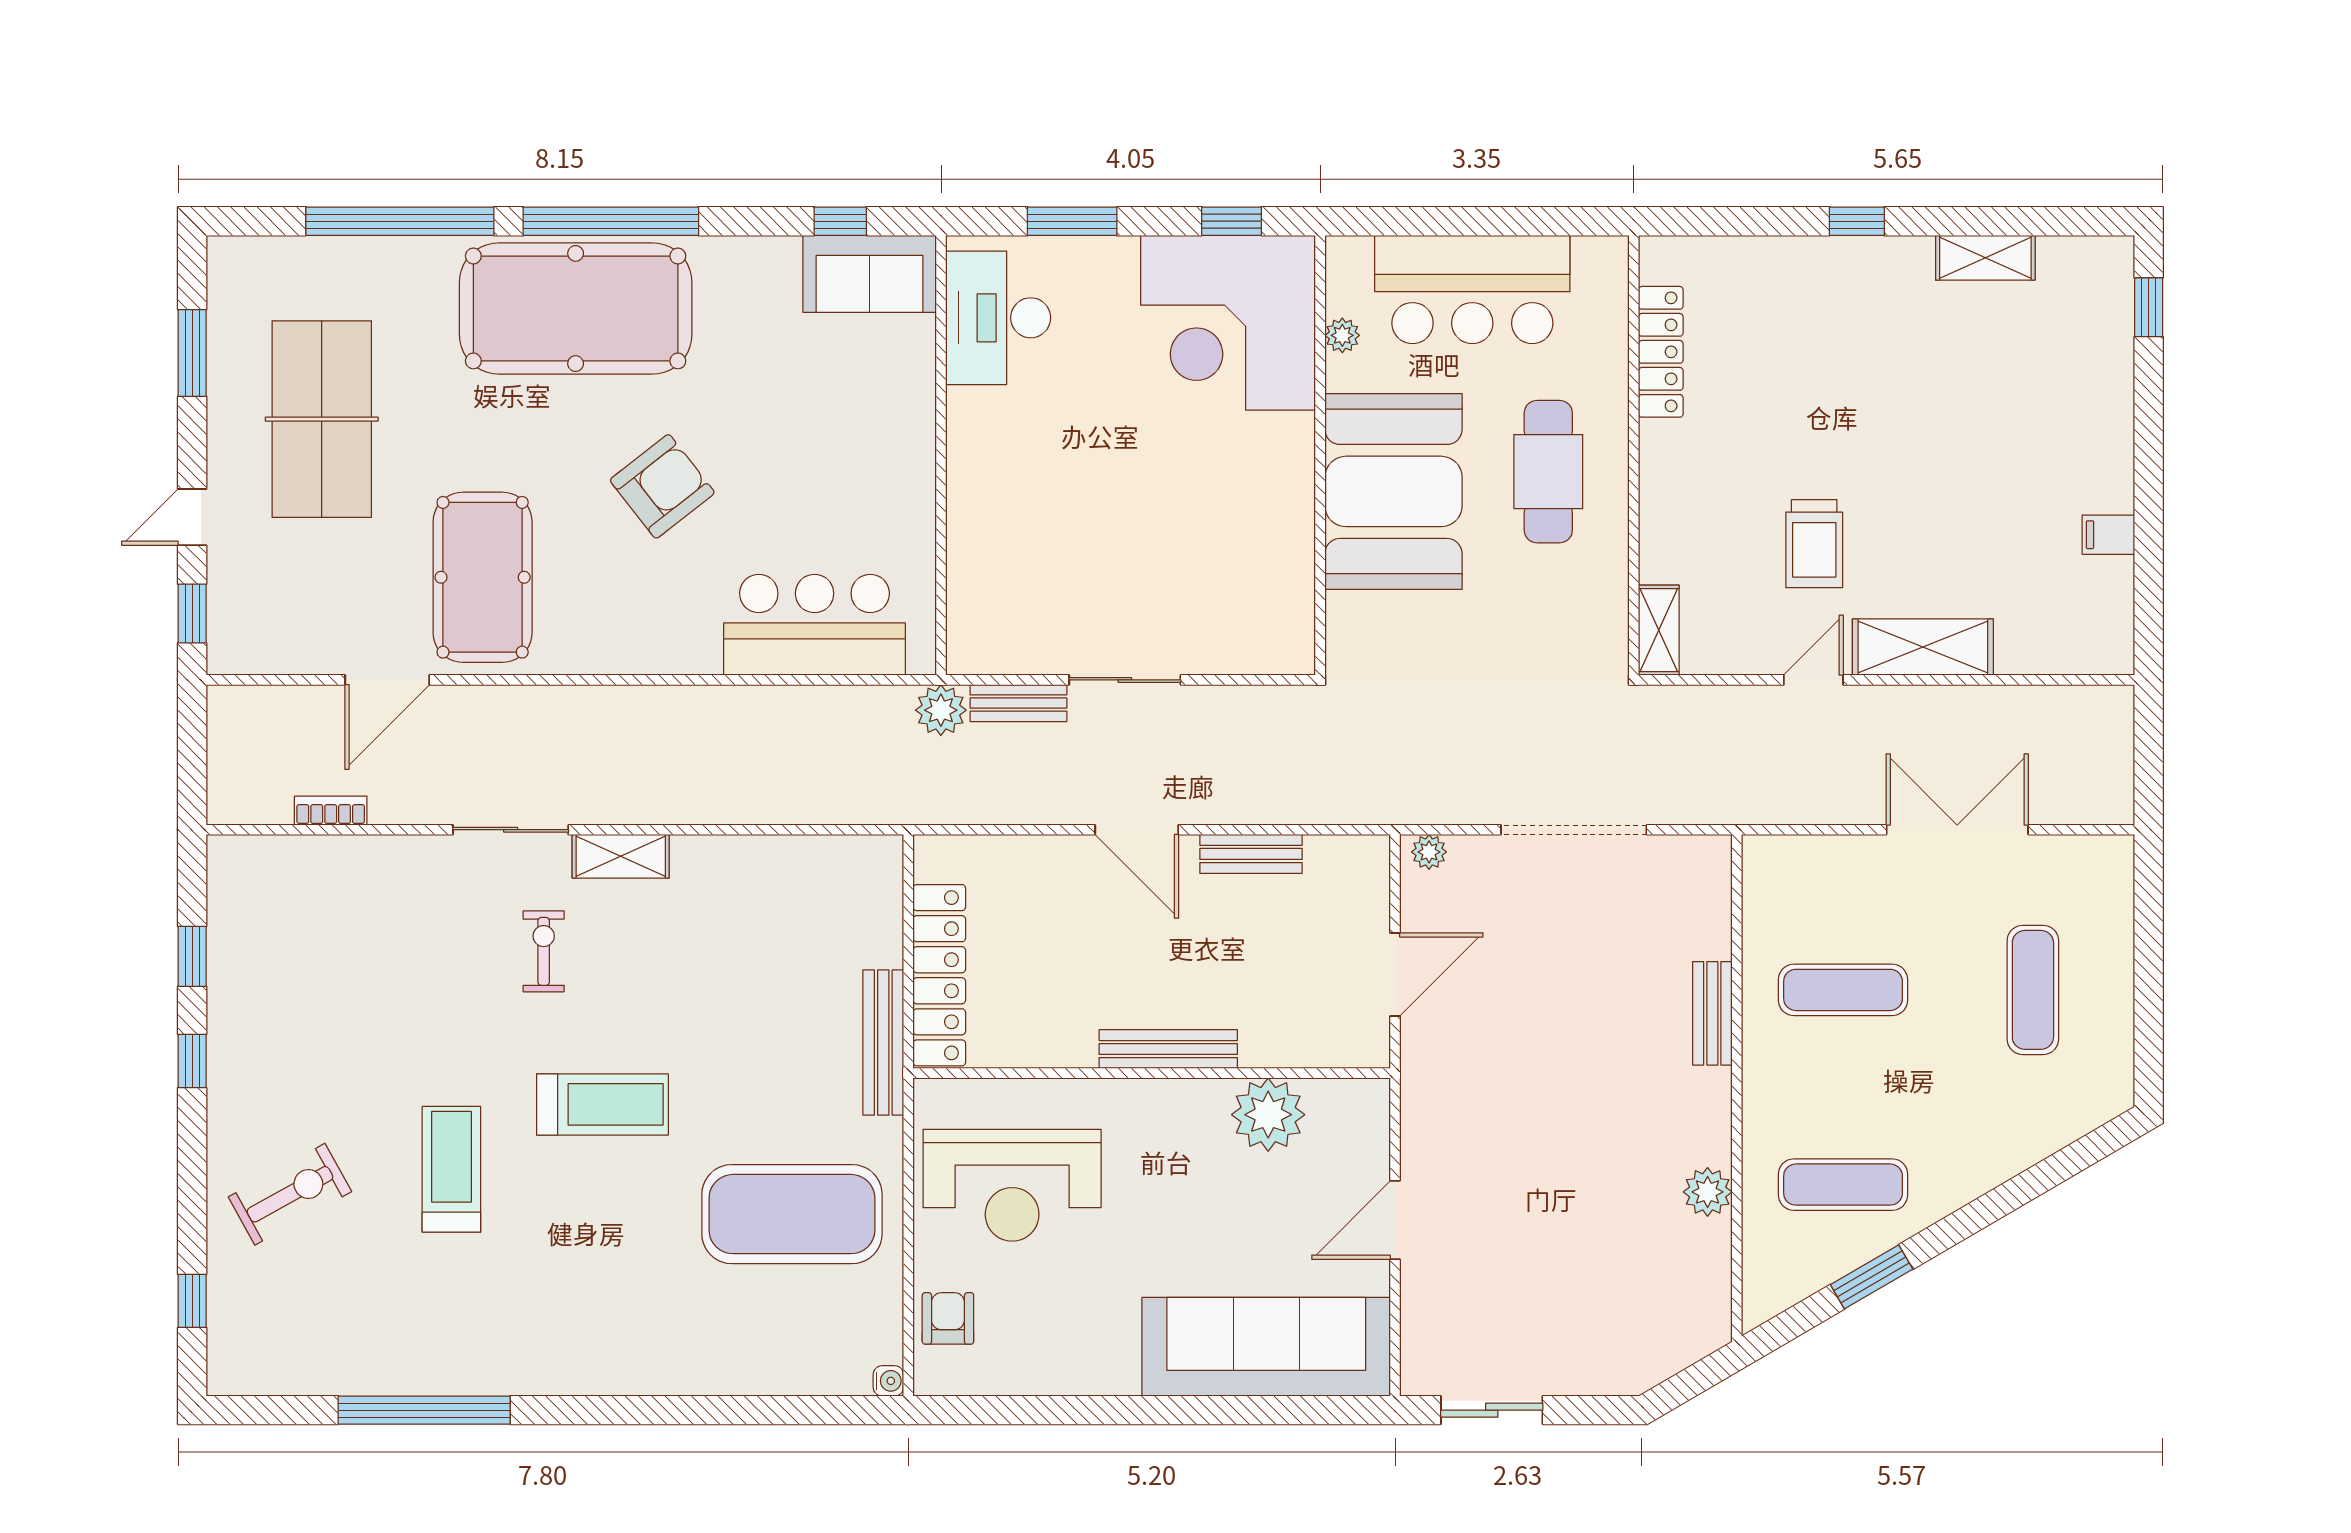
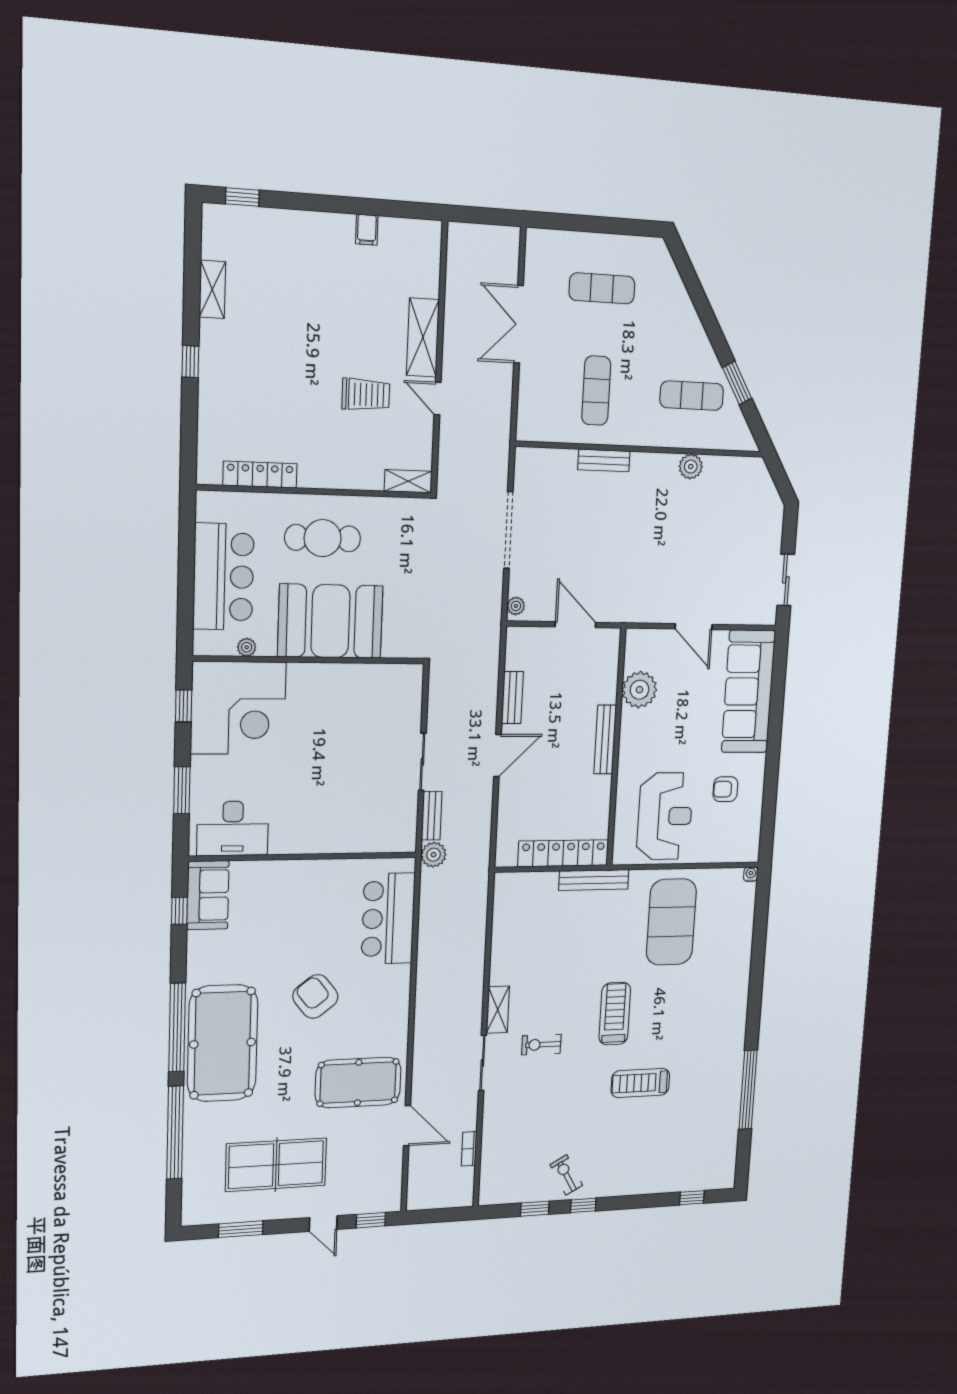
exercise mat: (1843, 1185) -> (692, 396), turned 90
exercise bike: (290, 1194) -> (566, 1175), moved, width x0.73, depth x0.72
armchair: (948, 1318) -> (725, 789), moved

